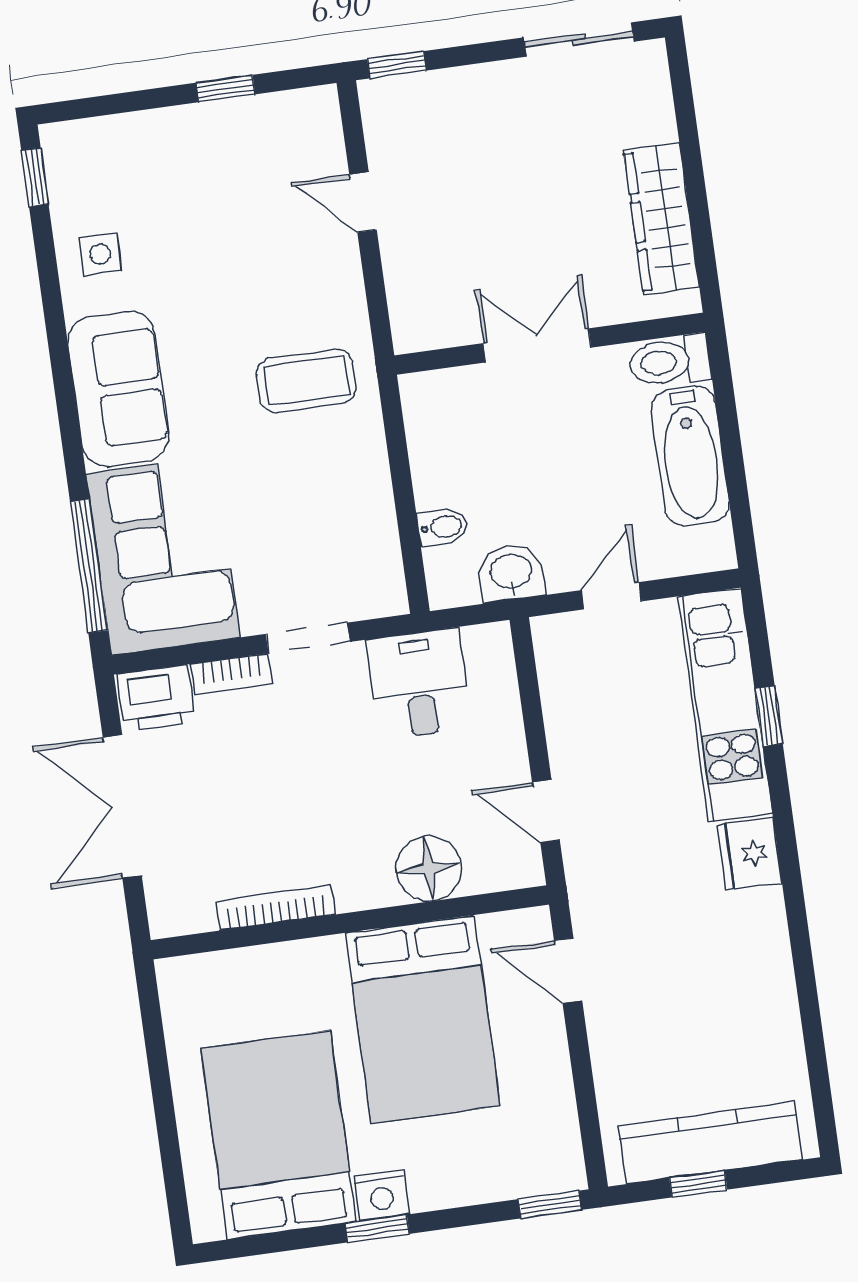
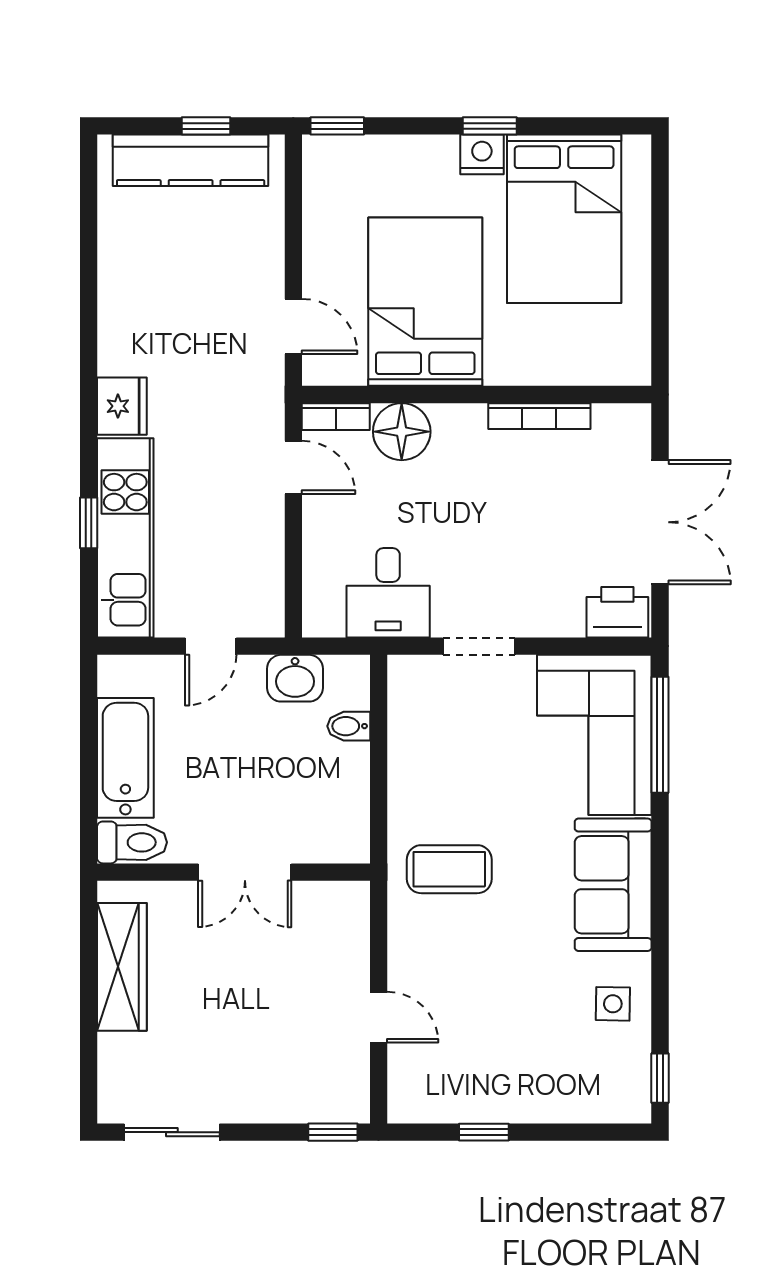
bookcase: (232, 674) -> (336, 417), moved, turned 180

